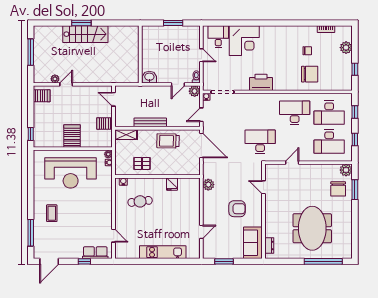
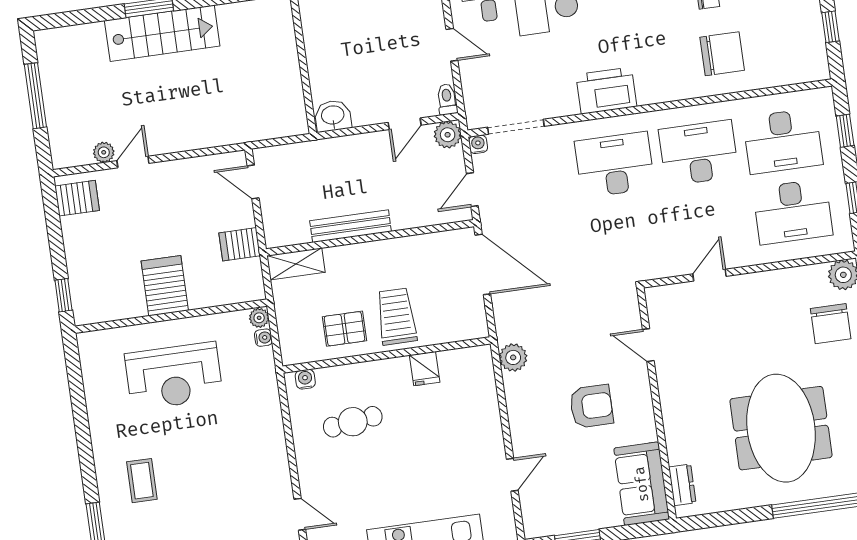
trolley: (168, 141) -> (396, 317), moved, turned 89
desk: (260, 142) -> (615, 165), moved
reception desk: (71, 173) -> (174, 376), width x0.74, depth x0.77

